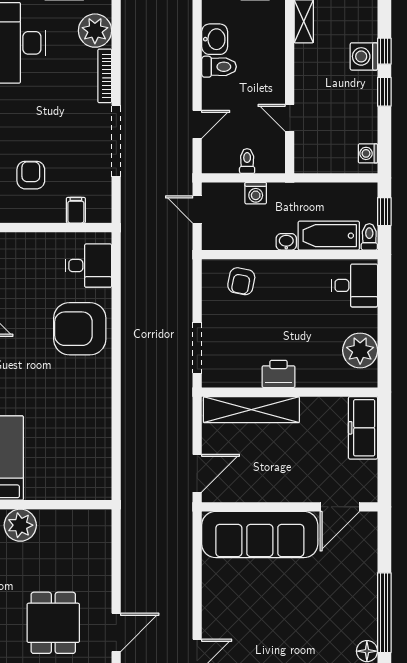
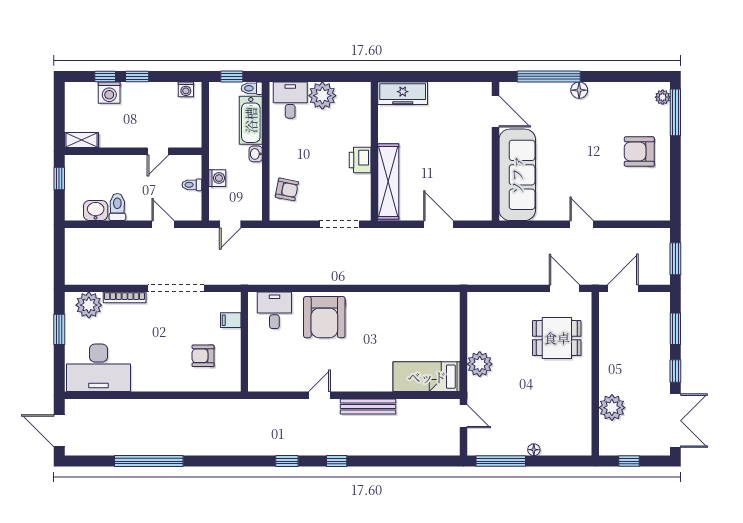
plant: (360, 350) -> (322, 96), moved
wall: (290, 507) -> (495, 151), moved
door: (340, 507) -> (495, 112), moved
sofa: (260, 534) -> (517, 175), moved

